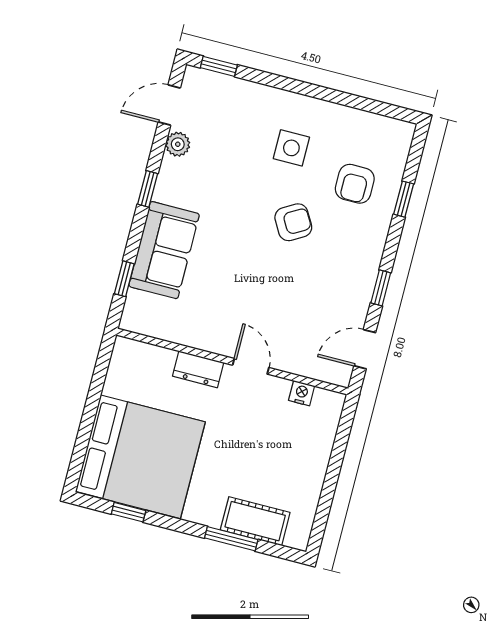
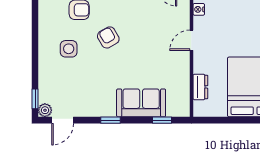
door: (169, 105) -> (63, 120), hinge flipped
plant: (178, 144) -> (45, 110), moved
dresser: (198, 369) -> (200, 87), moved

